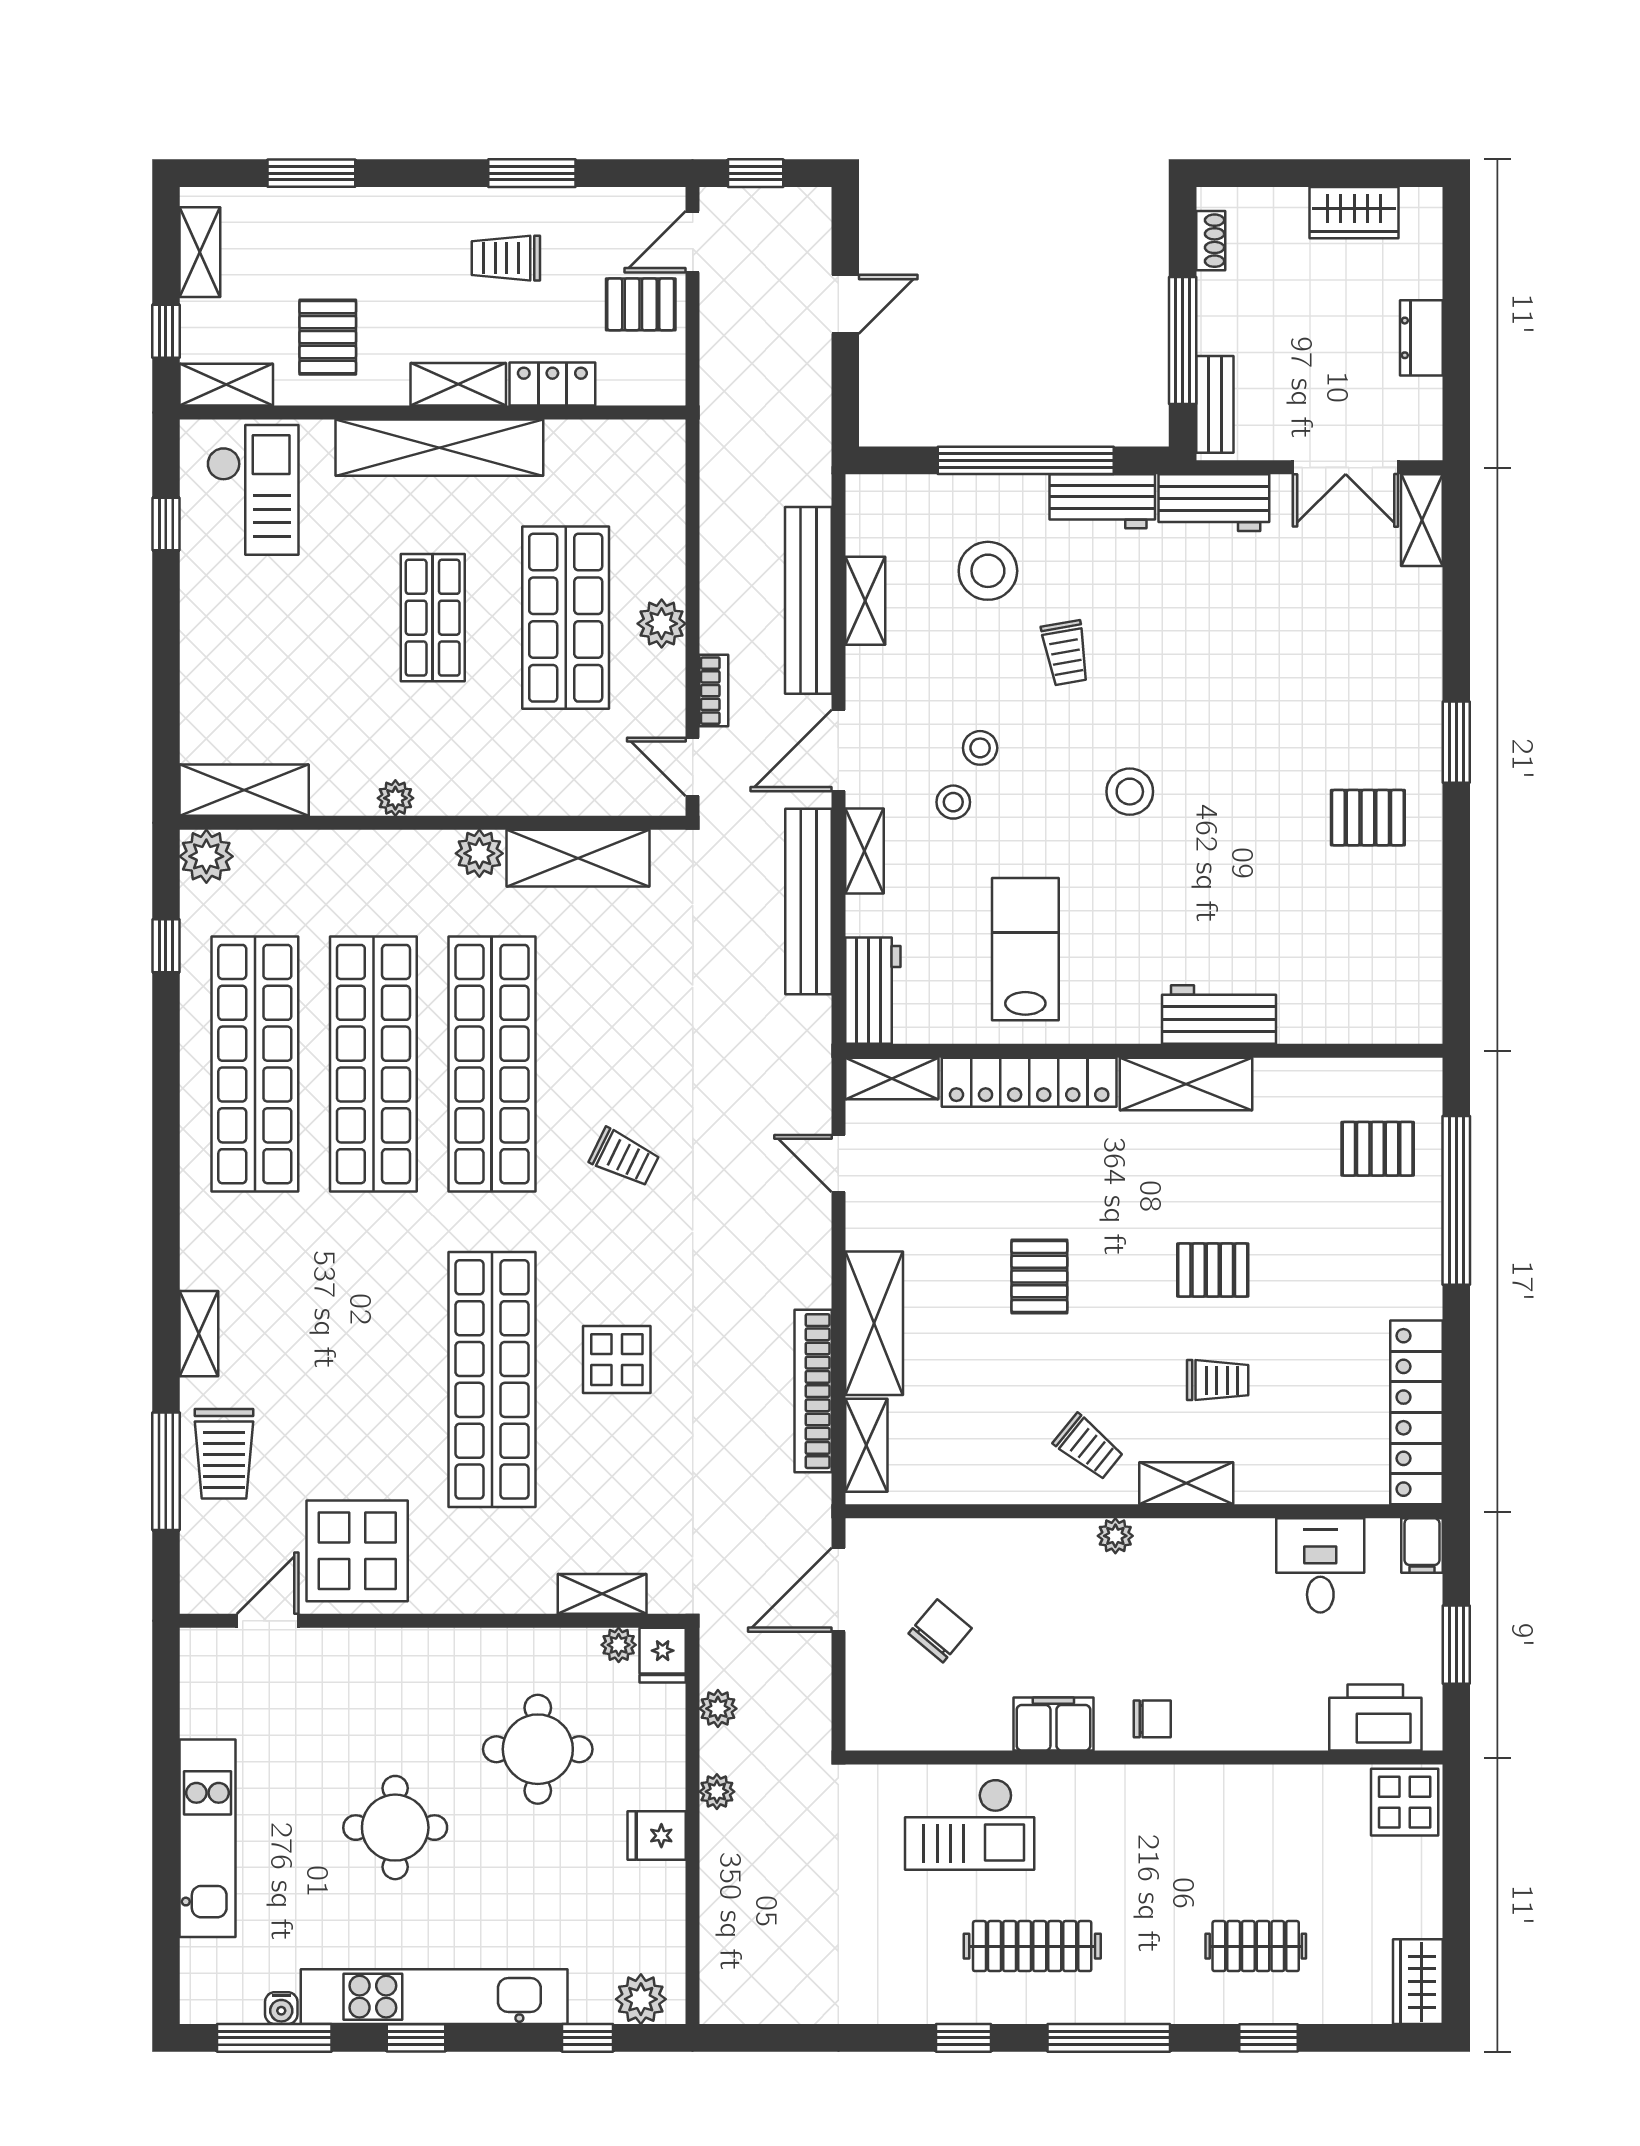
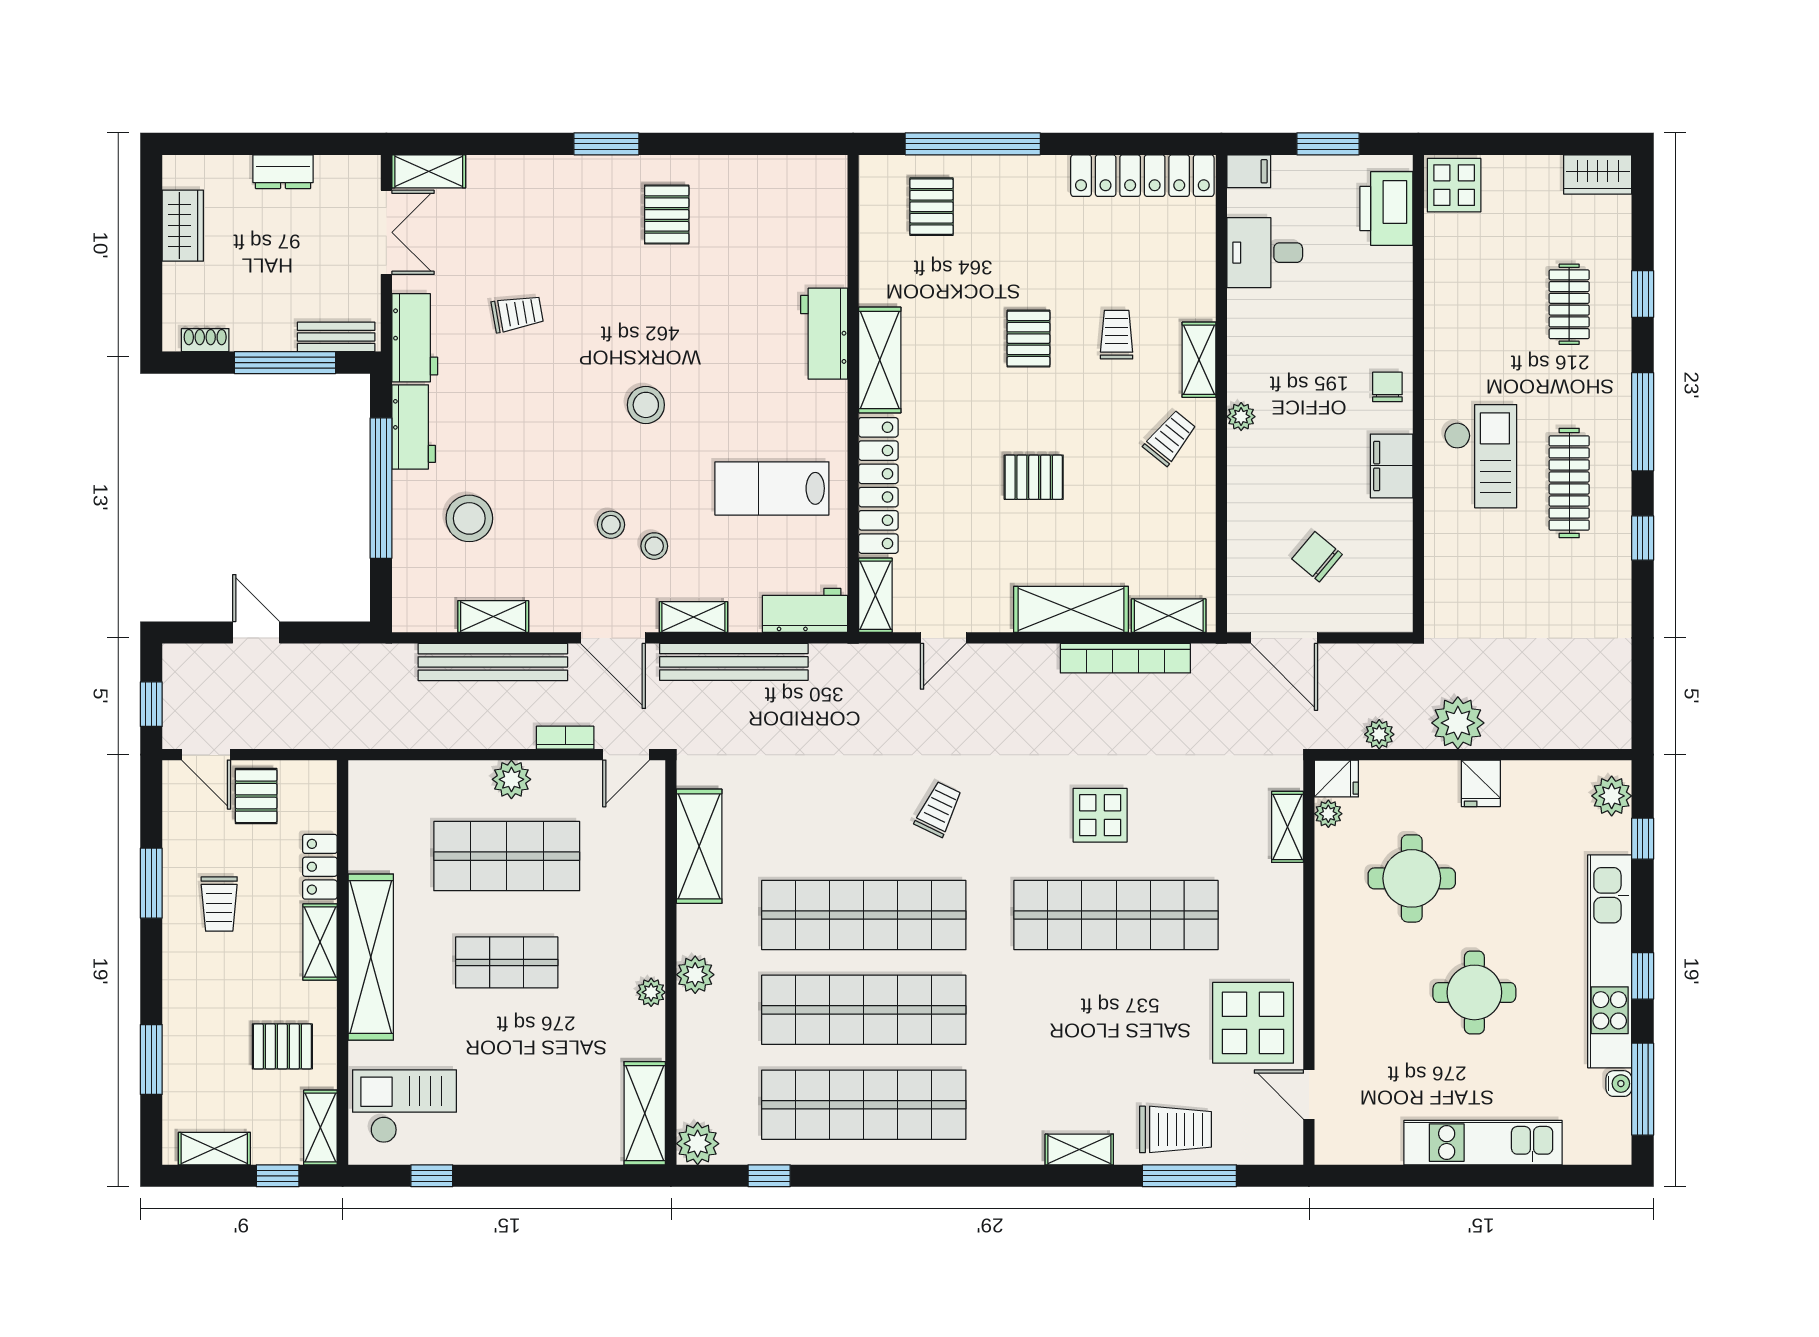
trolley: (1066, 653) -> (517, 313), moved
plant: (479, 853) -> (695, 975), moved
plant: (717, 1792) -> (1458, 723), width x1.88, depth x1.88
checkout: (970, 1824) -> (1480, 456), moved

